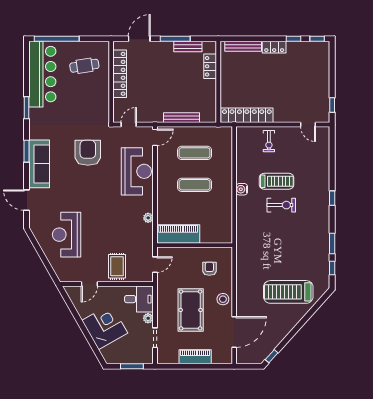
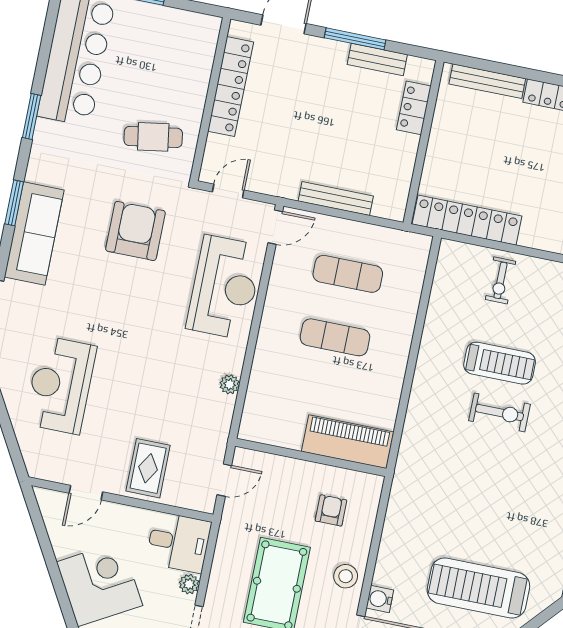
cafe table: (84, 66) -> (153, 137), moved
water cooler: (242, 189) -> (380, 599), moved
piano: (178, 234) -> (348, 442), moved

